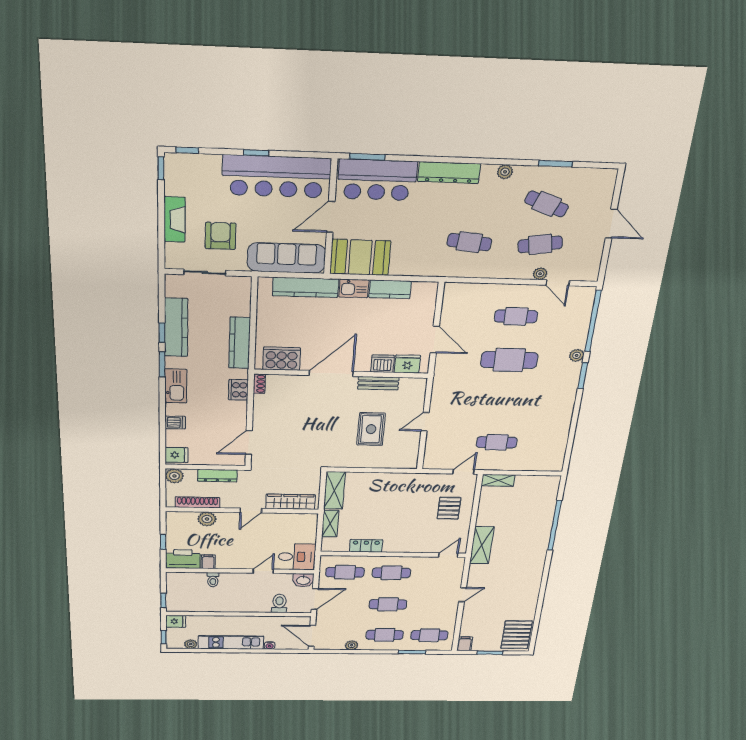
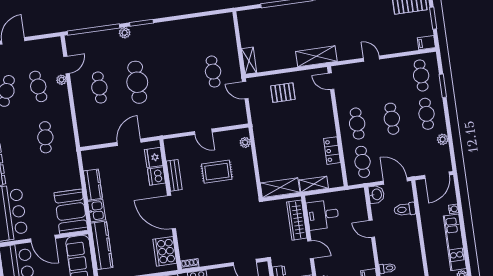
plant: (400, 463) -> (245, 142), added
desk: (297, 557) -> (323, 215), moved, turned -90

